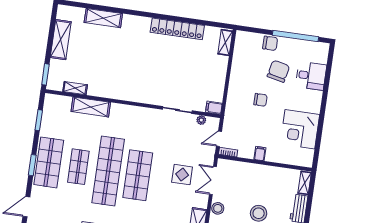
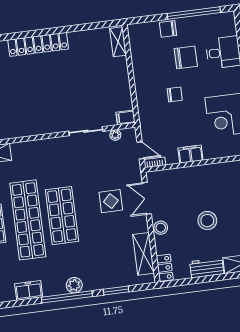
locker: (177, 29) -> (38, 44), moved
chair: (270, 43) -> (168, 29), turned 180
chair: (278, 71) -> (186, 57), turned 78
door: (219, 139) -> (141, 150), swing flipped
filing cabinet: (260, 154) -> (190, 154), width x2.00

